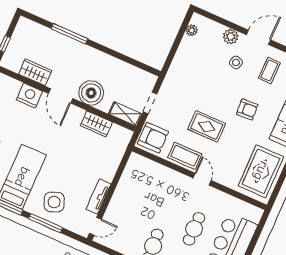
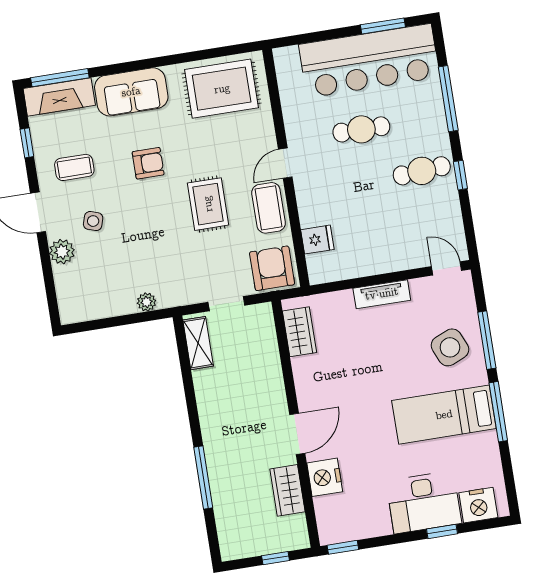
plant: (192, 30) -> (147, 302), moved
boiler: (91, 93) -> (266, 394), removed
armchair: (247, 109) -> (148, 163), turned 94
shelving: (125, 114) -> (198, 343), moved
wardrobe: (96, 124) -> (299, 332), moved
fridge: (153, 170) -> (317, 240), added
tv unit: (98, 197) -> (382, 294), moved

